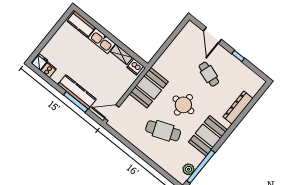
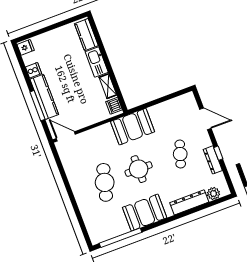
door: (212, 35) -> (205, 119), swing flipped
dresser: (237, 64) -> (213, 160), added
cooker: (48, 70) -> (33, 70), moved
booth: (149, 88) -> (133, 127), moved
cafe table: (163, 131) -> (105, 182), turned 36
plant: (189, 169) -> (213, 194), moved

